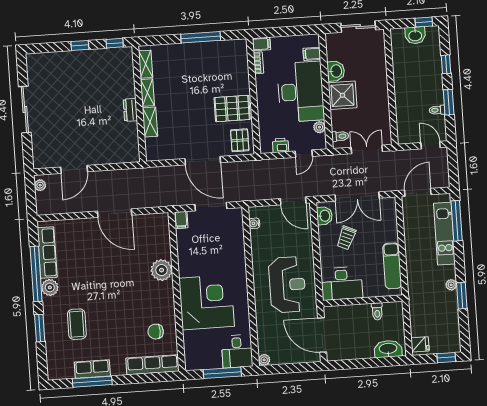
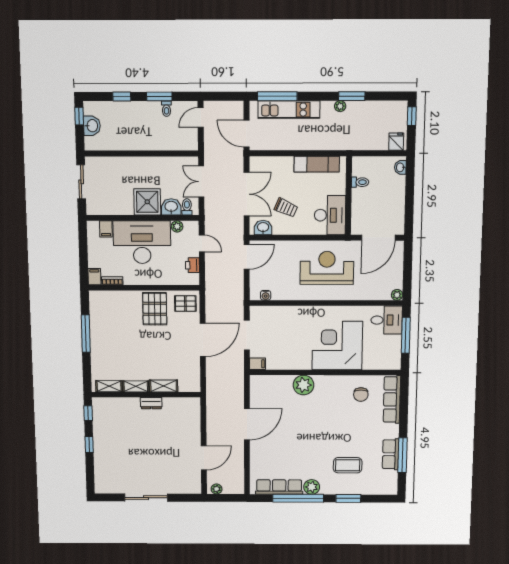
washbasin: (336, 71) -> (171, 207), moved
door: (74, 169) -> (204, 458), hinge flipped
washbasin: (388, 349) -> (400, 167), width x0.52, depth x0.69

